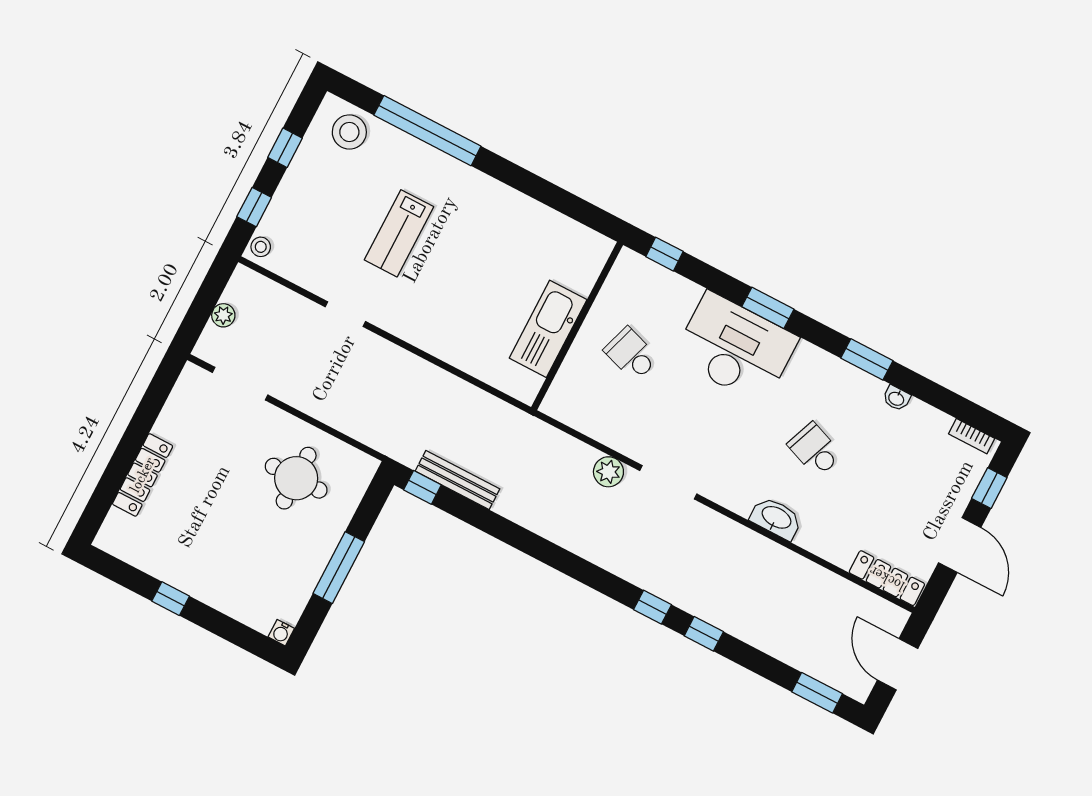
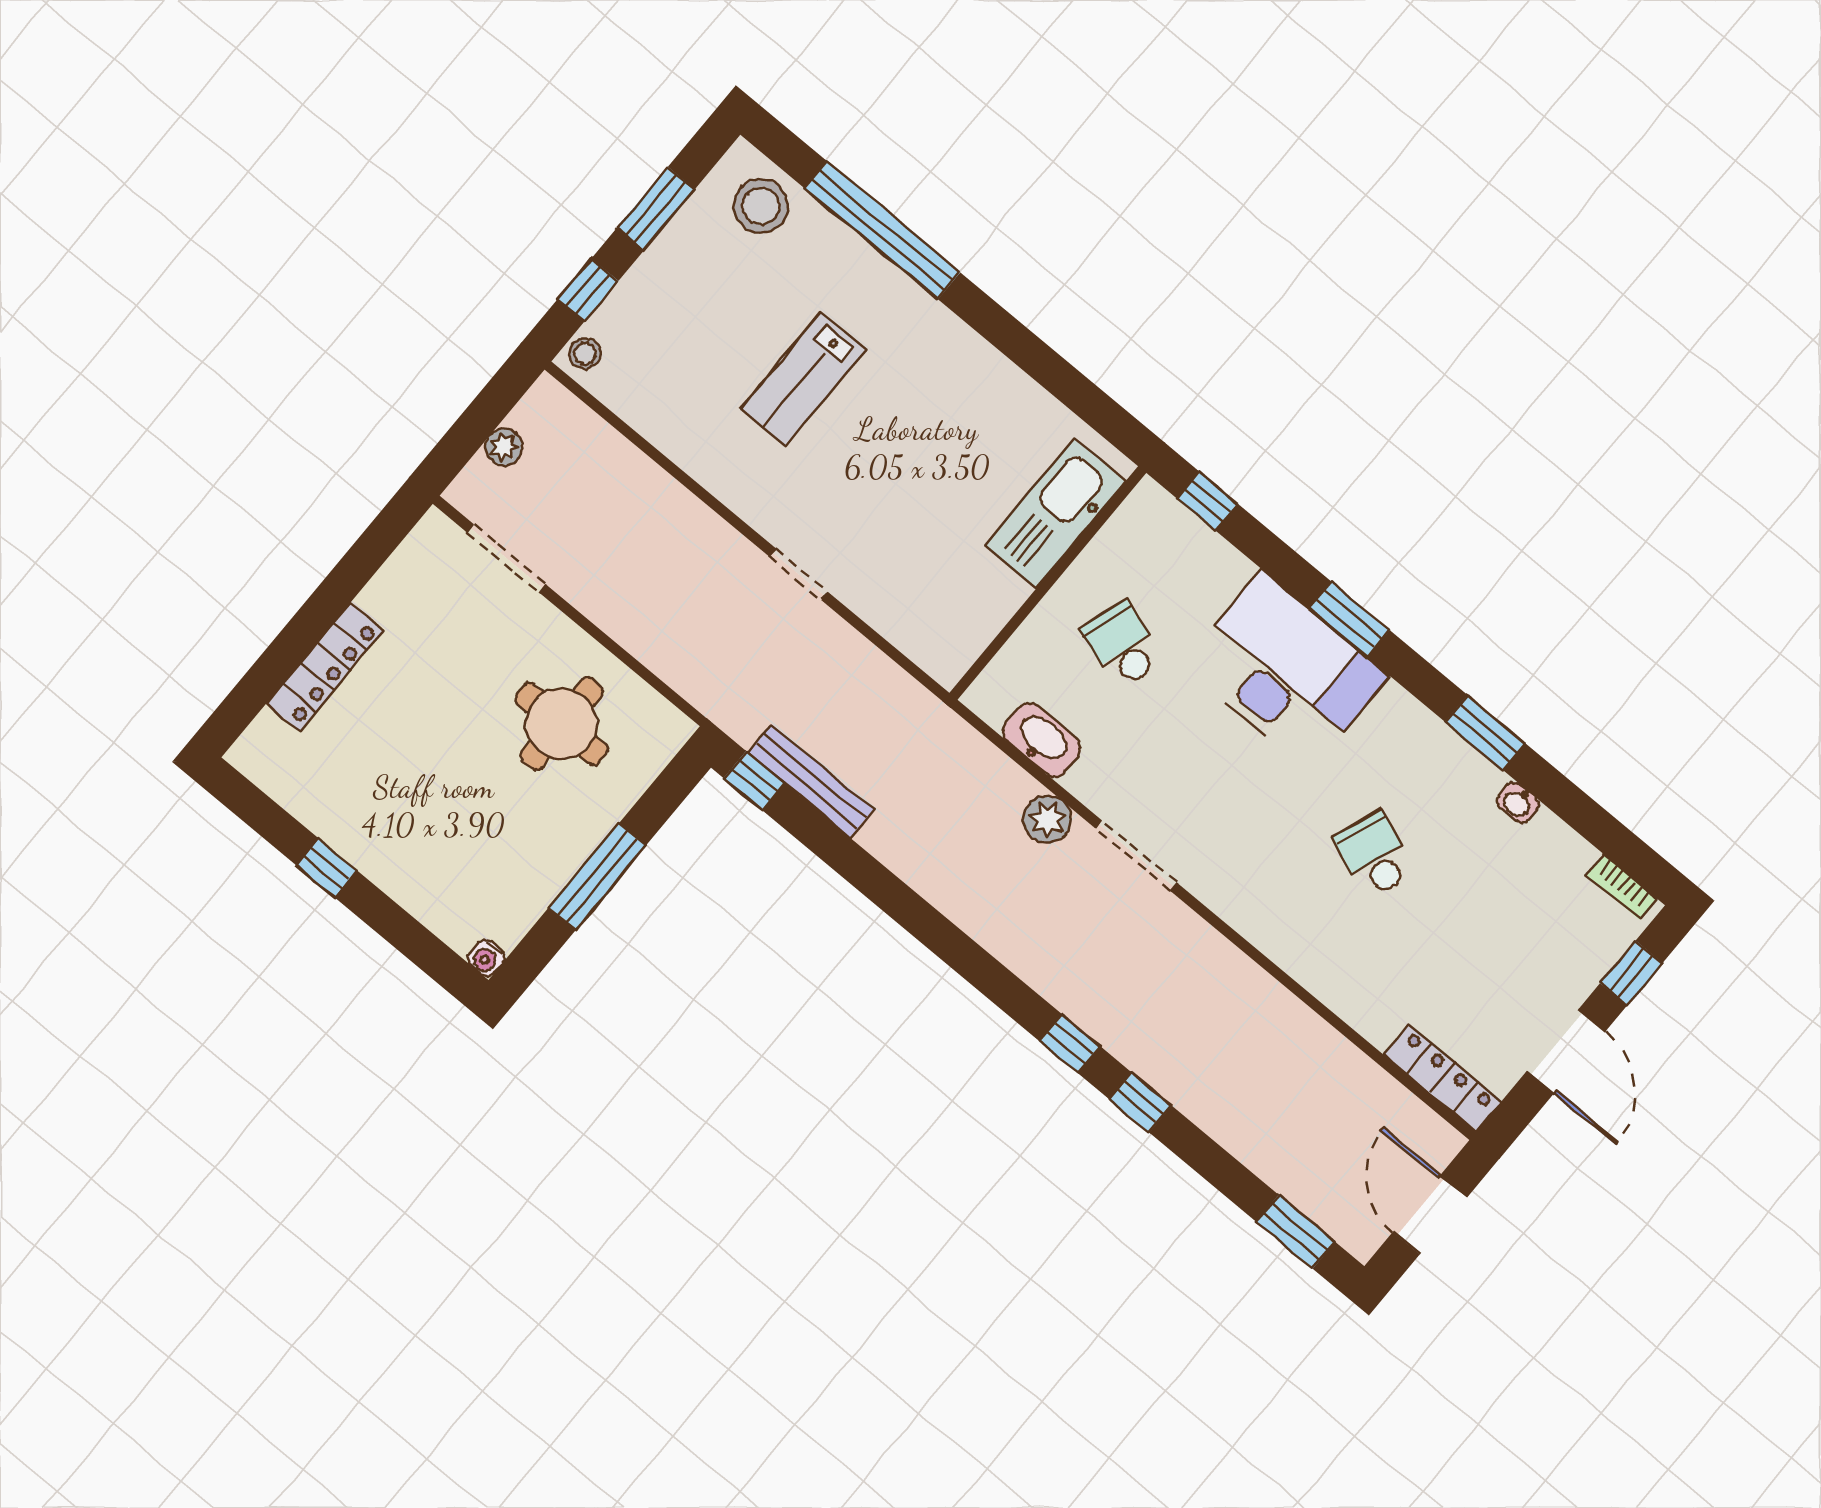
window: (285, 148) -> (656, 209), width x1.50
doorway: (345, 314) -> (799, 574), moved
kitchen sink: (548, 329) -> (1056, 513), moved
washbasin: (776, 518) -> (1042, 740), moved

